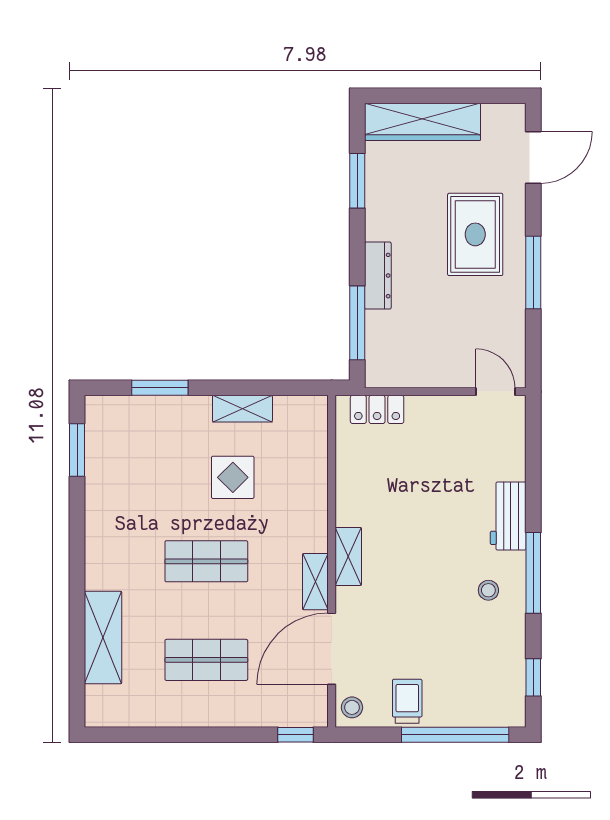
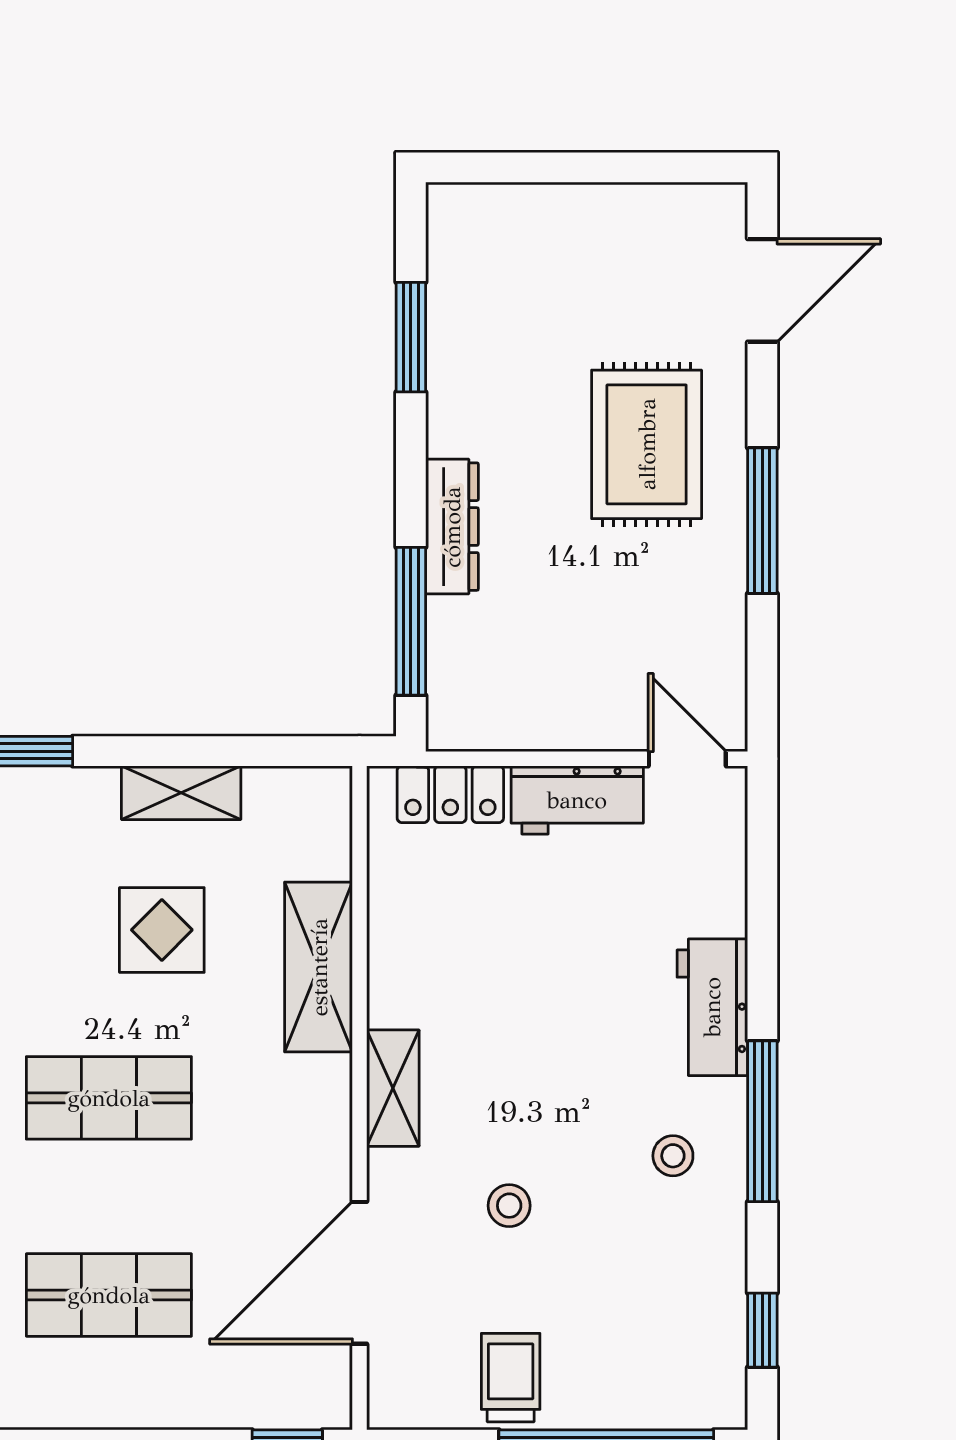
wardrobe: (423, 122) -> (541, 219), removed
workbench: (441, 412) -> (577, 800), added
shelving: (315, 582) -> (319, 967), moved, width x1.50, depth x1.33
stool: (352, 707) -> (509, 1206), moved

